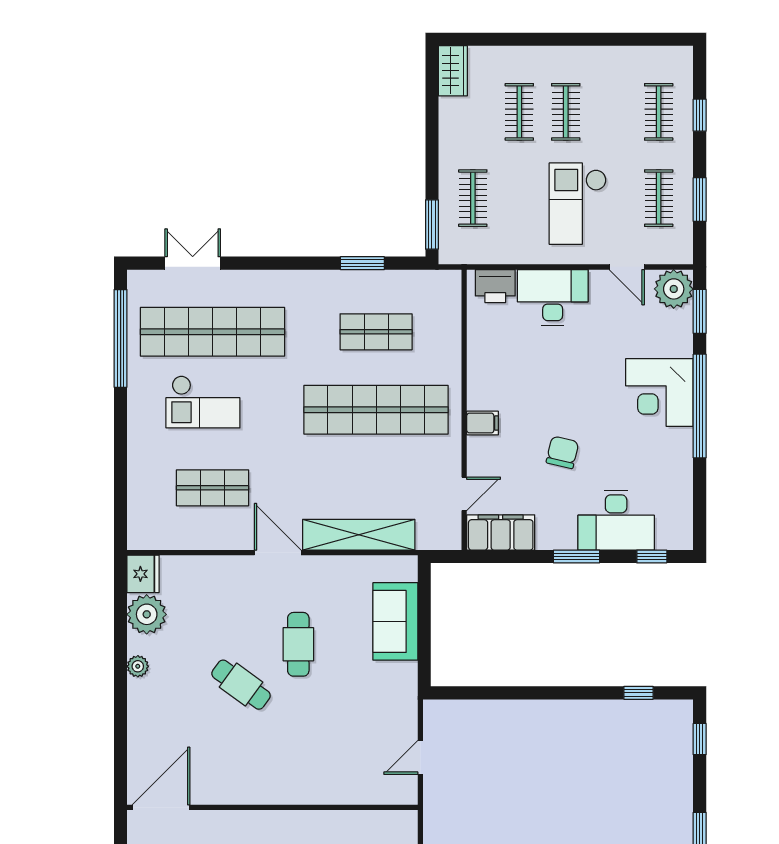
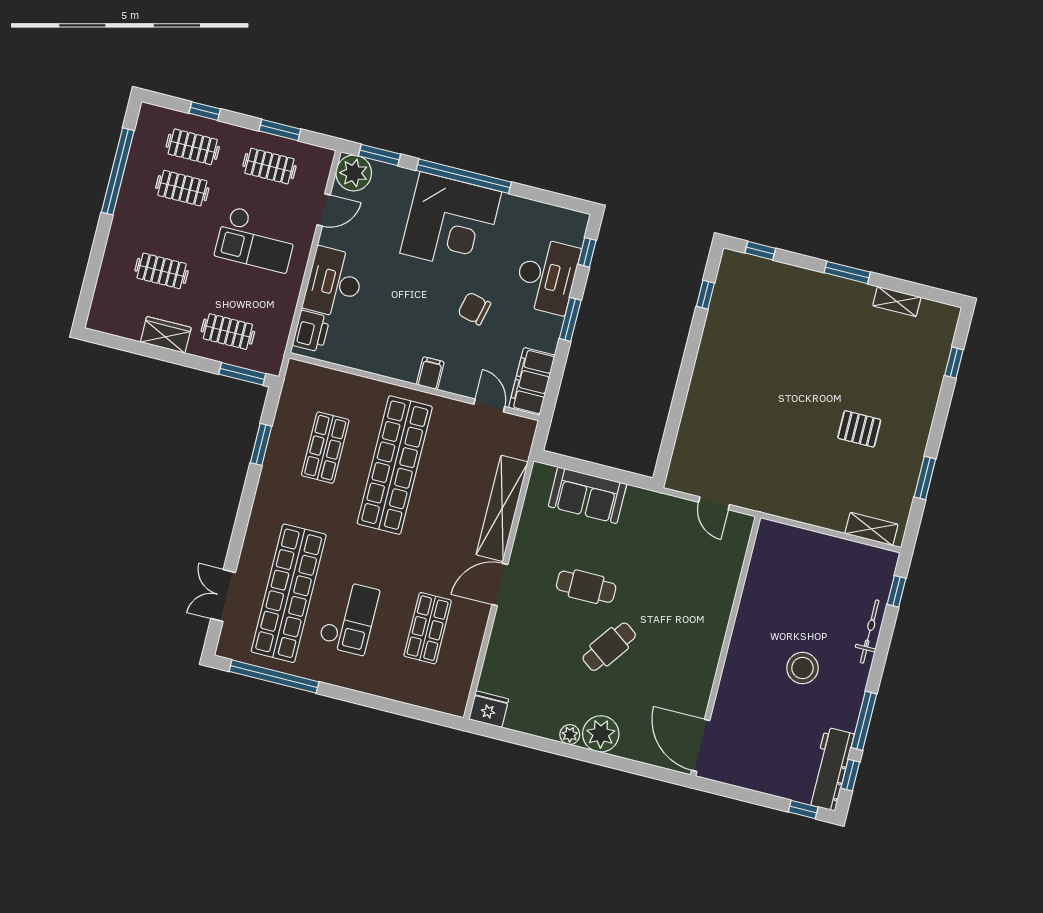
window: (613, 39) -> (118, 171), added
wardrobe: (453, 71) -> (166, 335), moved
clothes rail: (566, 112) -> (182, 188), moved
corner desk: (659, 393) -> (451, 223), width x1.36, depth x1.36
plant: (147, 614) -> (601, 734), moved

